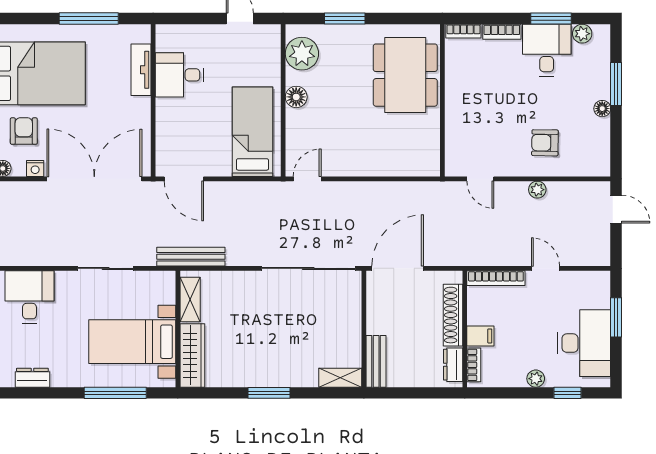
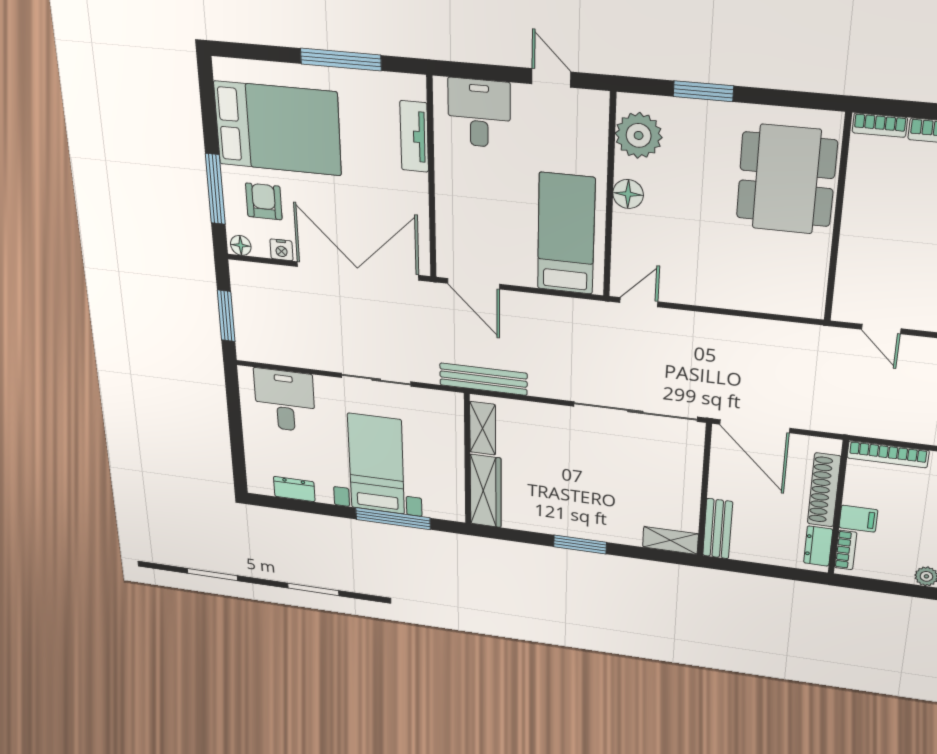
desk: (179, 75) -> (479, 113), moved, turned 90
door: (398, 268) -> (755, 426), swing flipped
bed with nightstands: (132, 342) -> (376, 464), moved, turned 90

